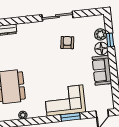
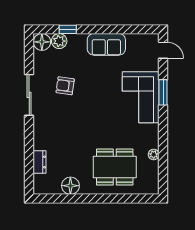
floor lamp: (101, 49) -> (42, 42), moved

